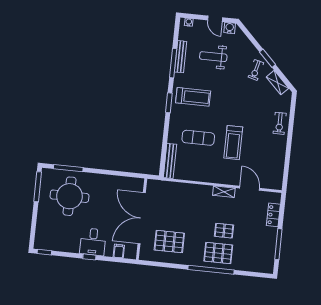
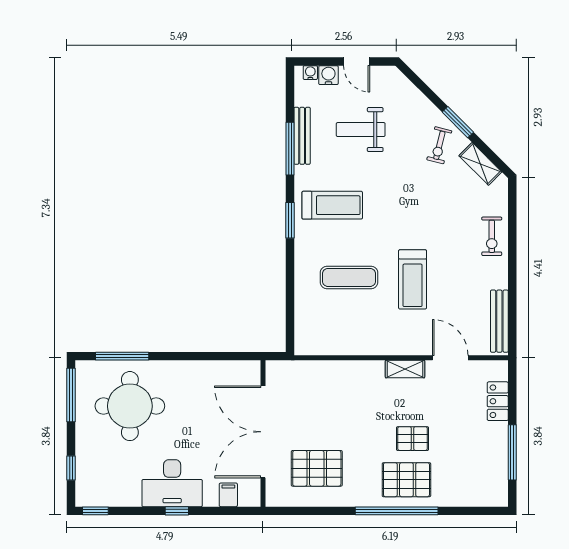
water cooler: (230, 28) -> (328, 75), moved
bench: (170, 161) -> (499, 321), moved
window: (33, 227) -> (71, 468), added
desk: (93, 242) -> (172, 483), width x1.37

